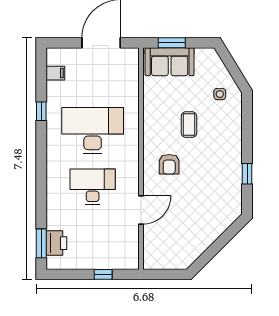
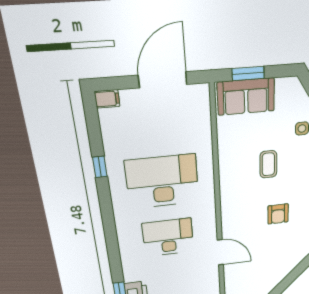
filing cabinet: (55, 73) -> (107, 99), moved
armchair: (169, 164) -> (278, 214), moved
door: (141, 210) -> (220, 252), hinge flipped

